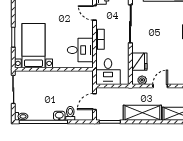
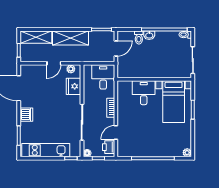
door: (95, 13) -> (116, 133), swing flipped
desk: (80, 50) -> (144, 93), moved, turned 90

